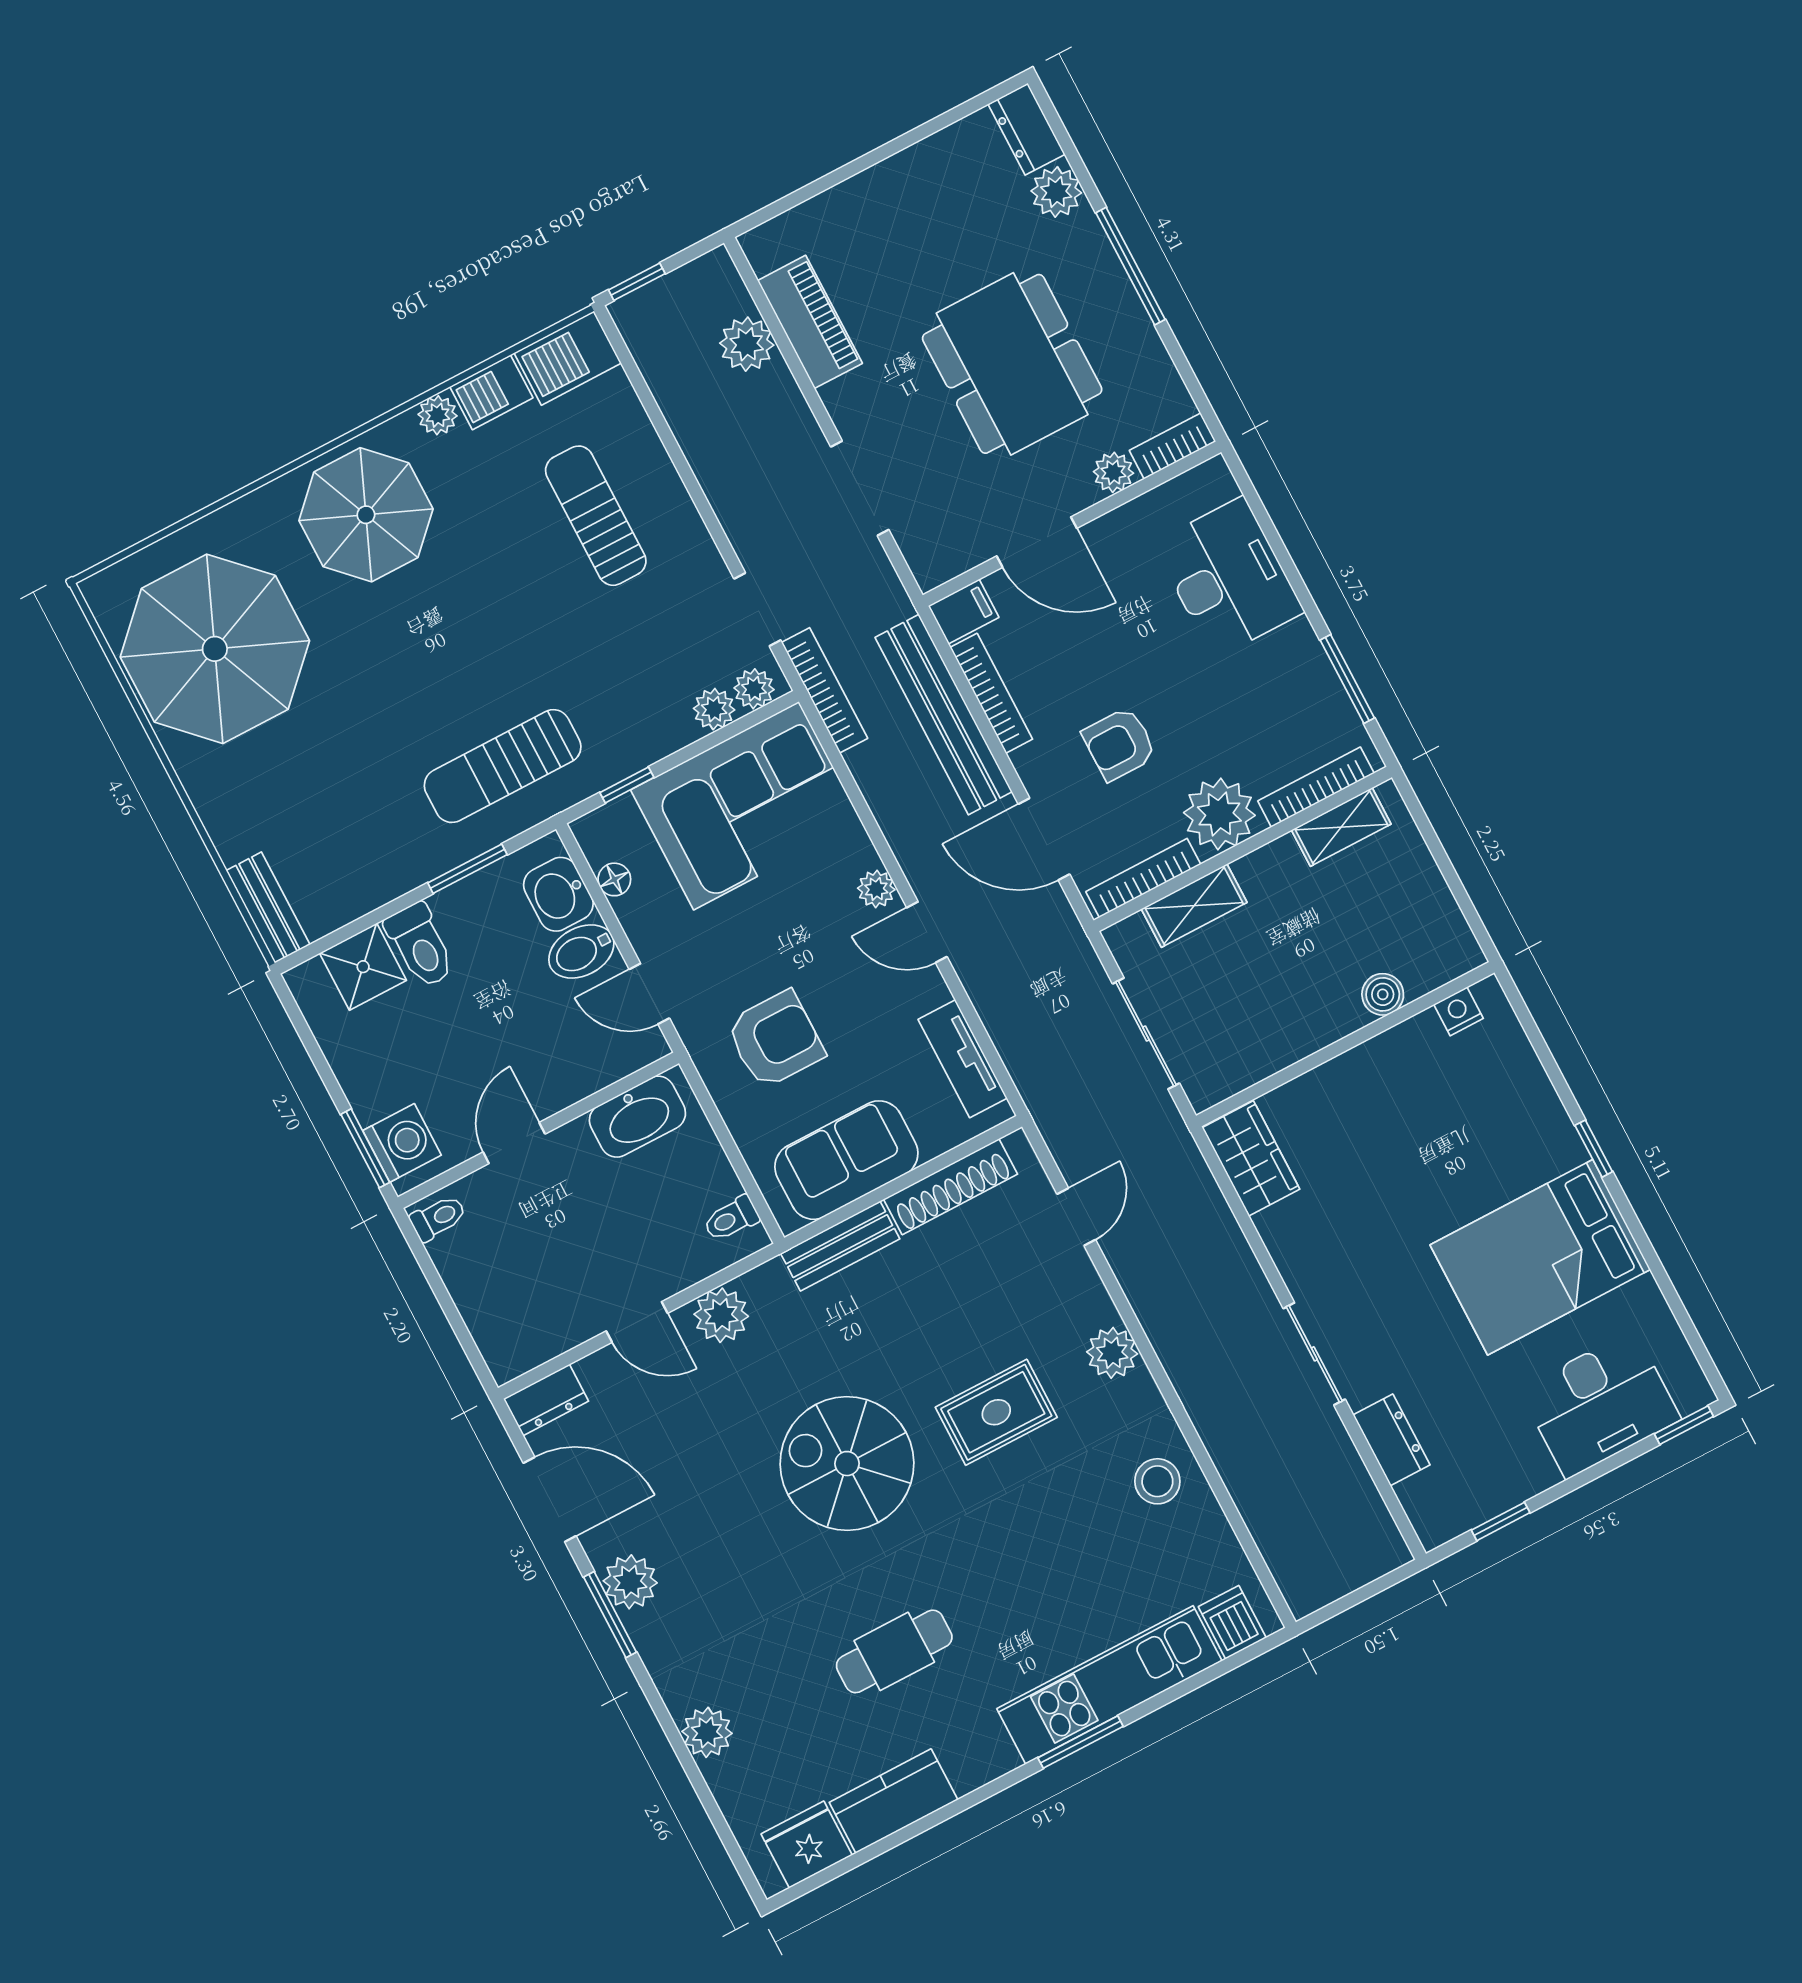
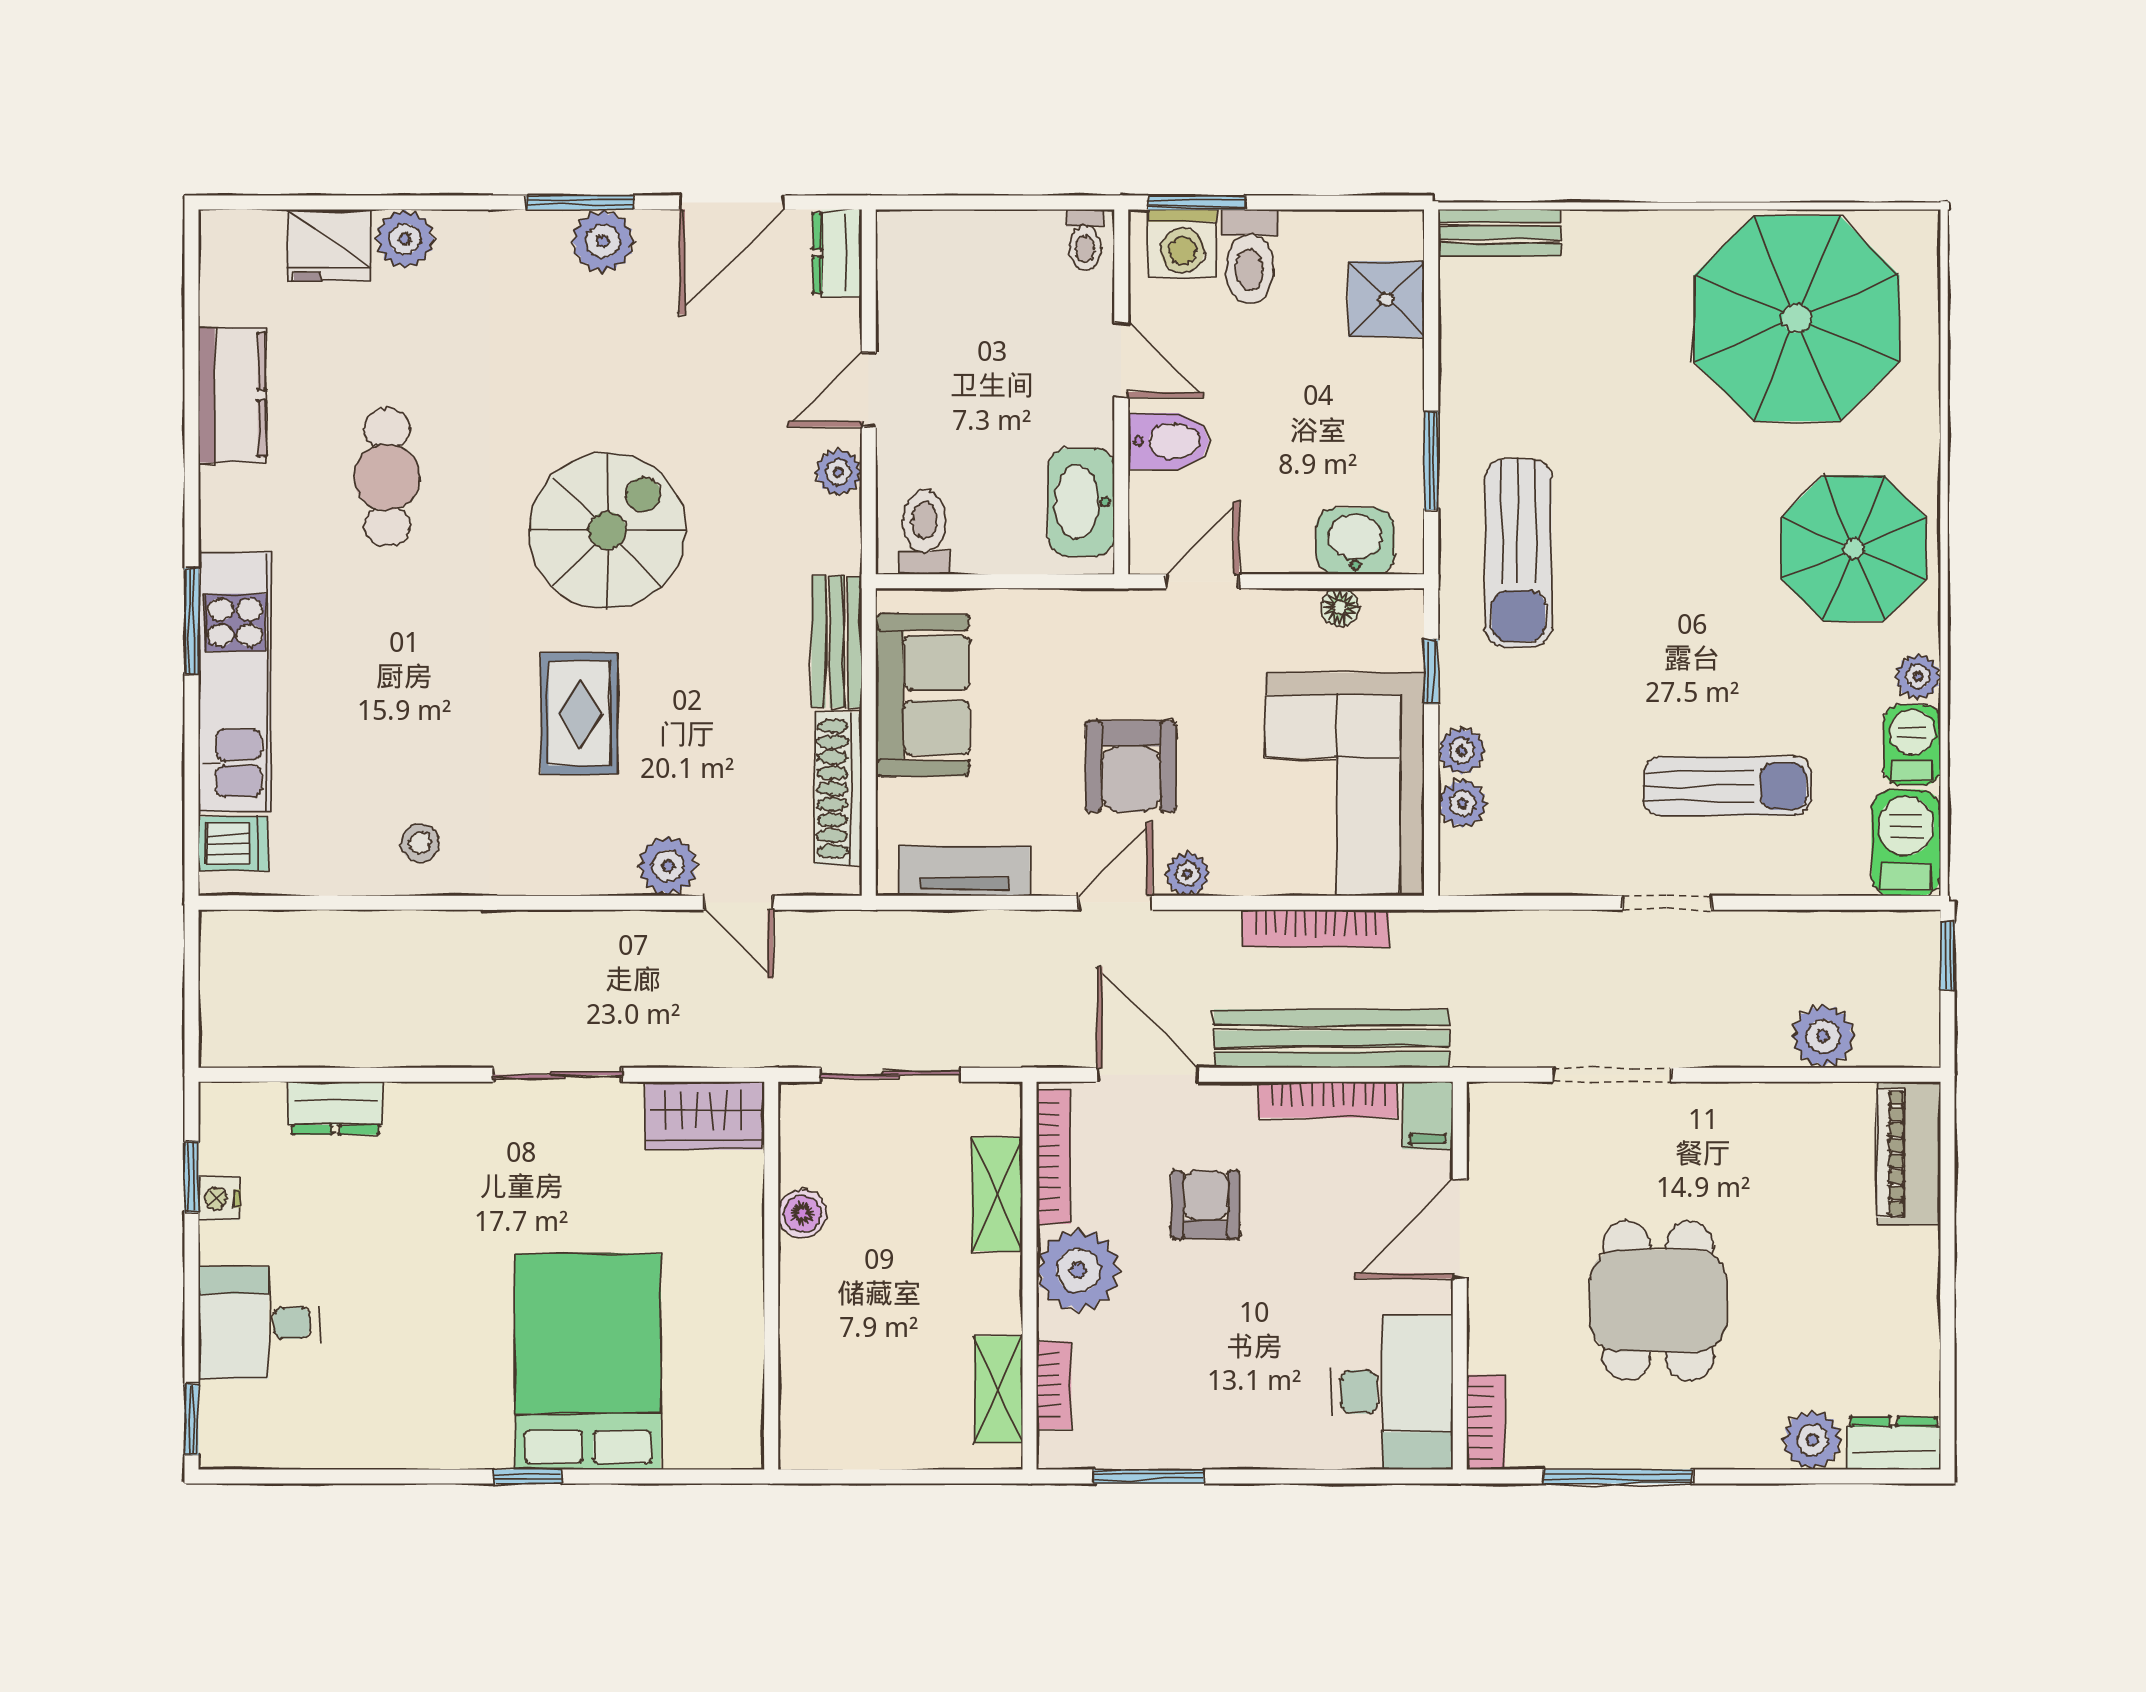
window: (1130, 266) -> (1618, 1477), moved
piano: (810, 322) -> (1909, 1153), moved, turned 90
dining table: (1012, 364) -> (1658, 1301), width x0.73
plant: (1113, 472) -> (1490, 1347), removed
desk: (1228, 578) -> (1392, 1392), moved, turned -90
doorway: (757, 609) -> (1667, 903), moved
plant: (754, 689) -> (1462, 751), moved
bookcase: (825, 690) -> (1316, 928), moved
sun lounger: (503, 766) -> (1518, 553), turned 180
bookcase: (1316, 787) -> (1054, 1385), width x0.64
door: (1044, 839) -> (1148, 1075), hinge flipped
toilet: (420, 945) -> (1250, 256), moved, turned -90
bidet: (581, 951) -> (1169, 441), moved, turned 90
boiler: (1383, 994) -> (802, 1214), moved
nightstand: (1458, 1011) -> (219, 1198), moved, turned 180
armchair: (775, 1039) -> (1131, 766), moved
toilet: (731, 1219) -> (924, 532), width x1.37, depth x1.39
bed: (1540, 1257) -> (588, 1362), moved
plant: (721, 1315) -> (839, 472), width x0.73, depth x0.73
plant: (1112, 1353) -> (668, 866), moved
sliding door: (1314, 1354) -> (557, 1075), moved
desk: (1600, 1404) -> (259, 1323), width x0.73
stool: (1157, 1481) -> (420, 843), width x0.73, depth x0.73
fridge: (807, 1845) -> (329, 245), moved, turned 90

